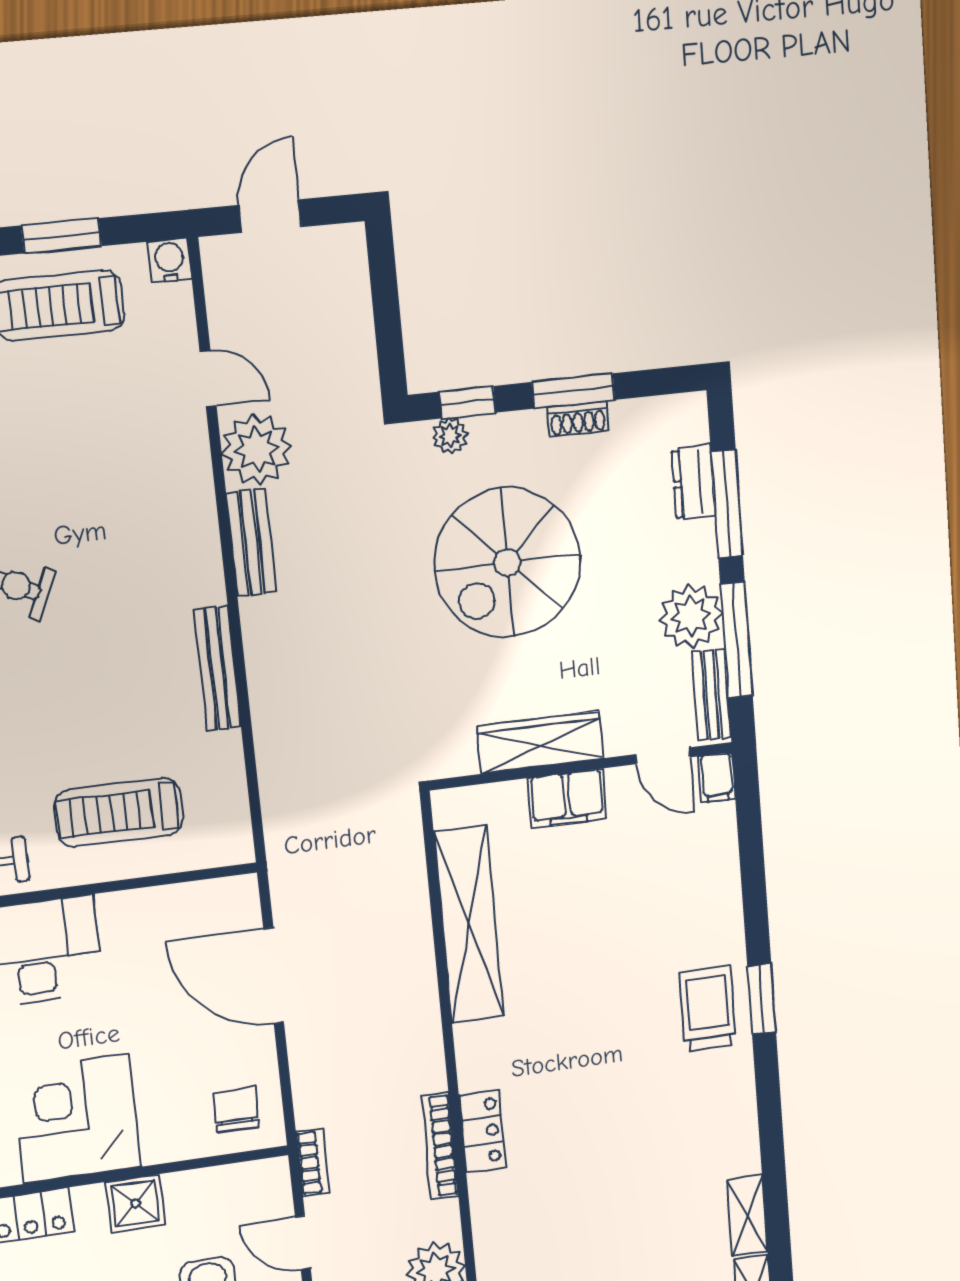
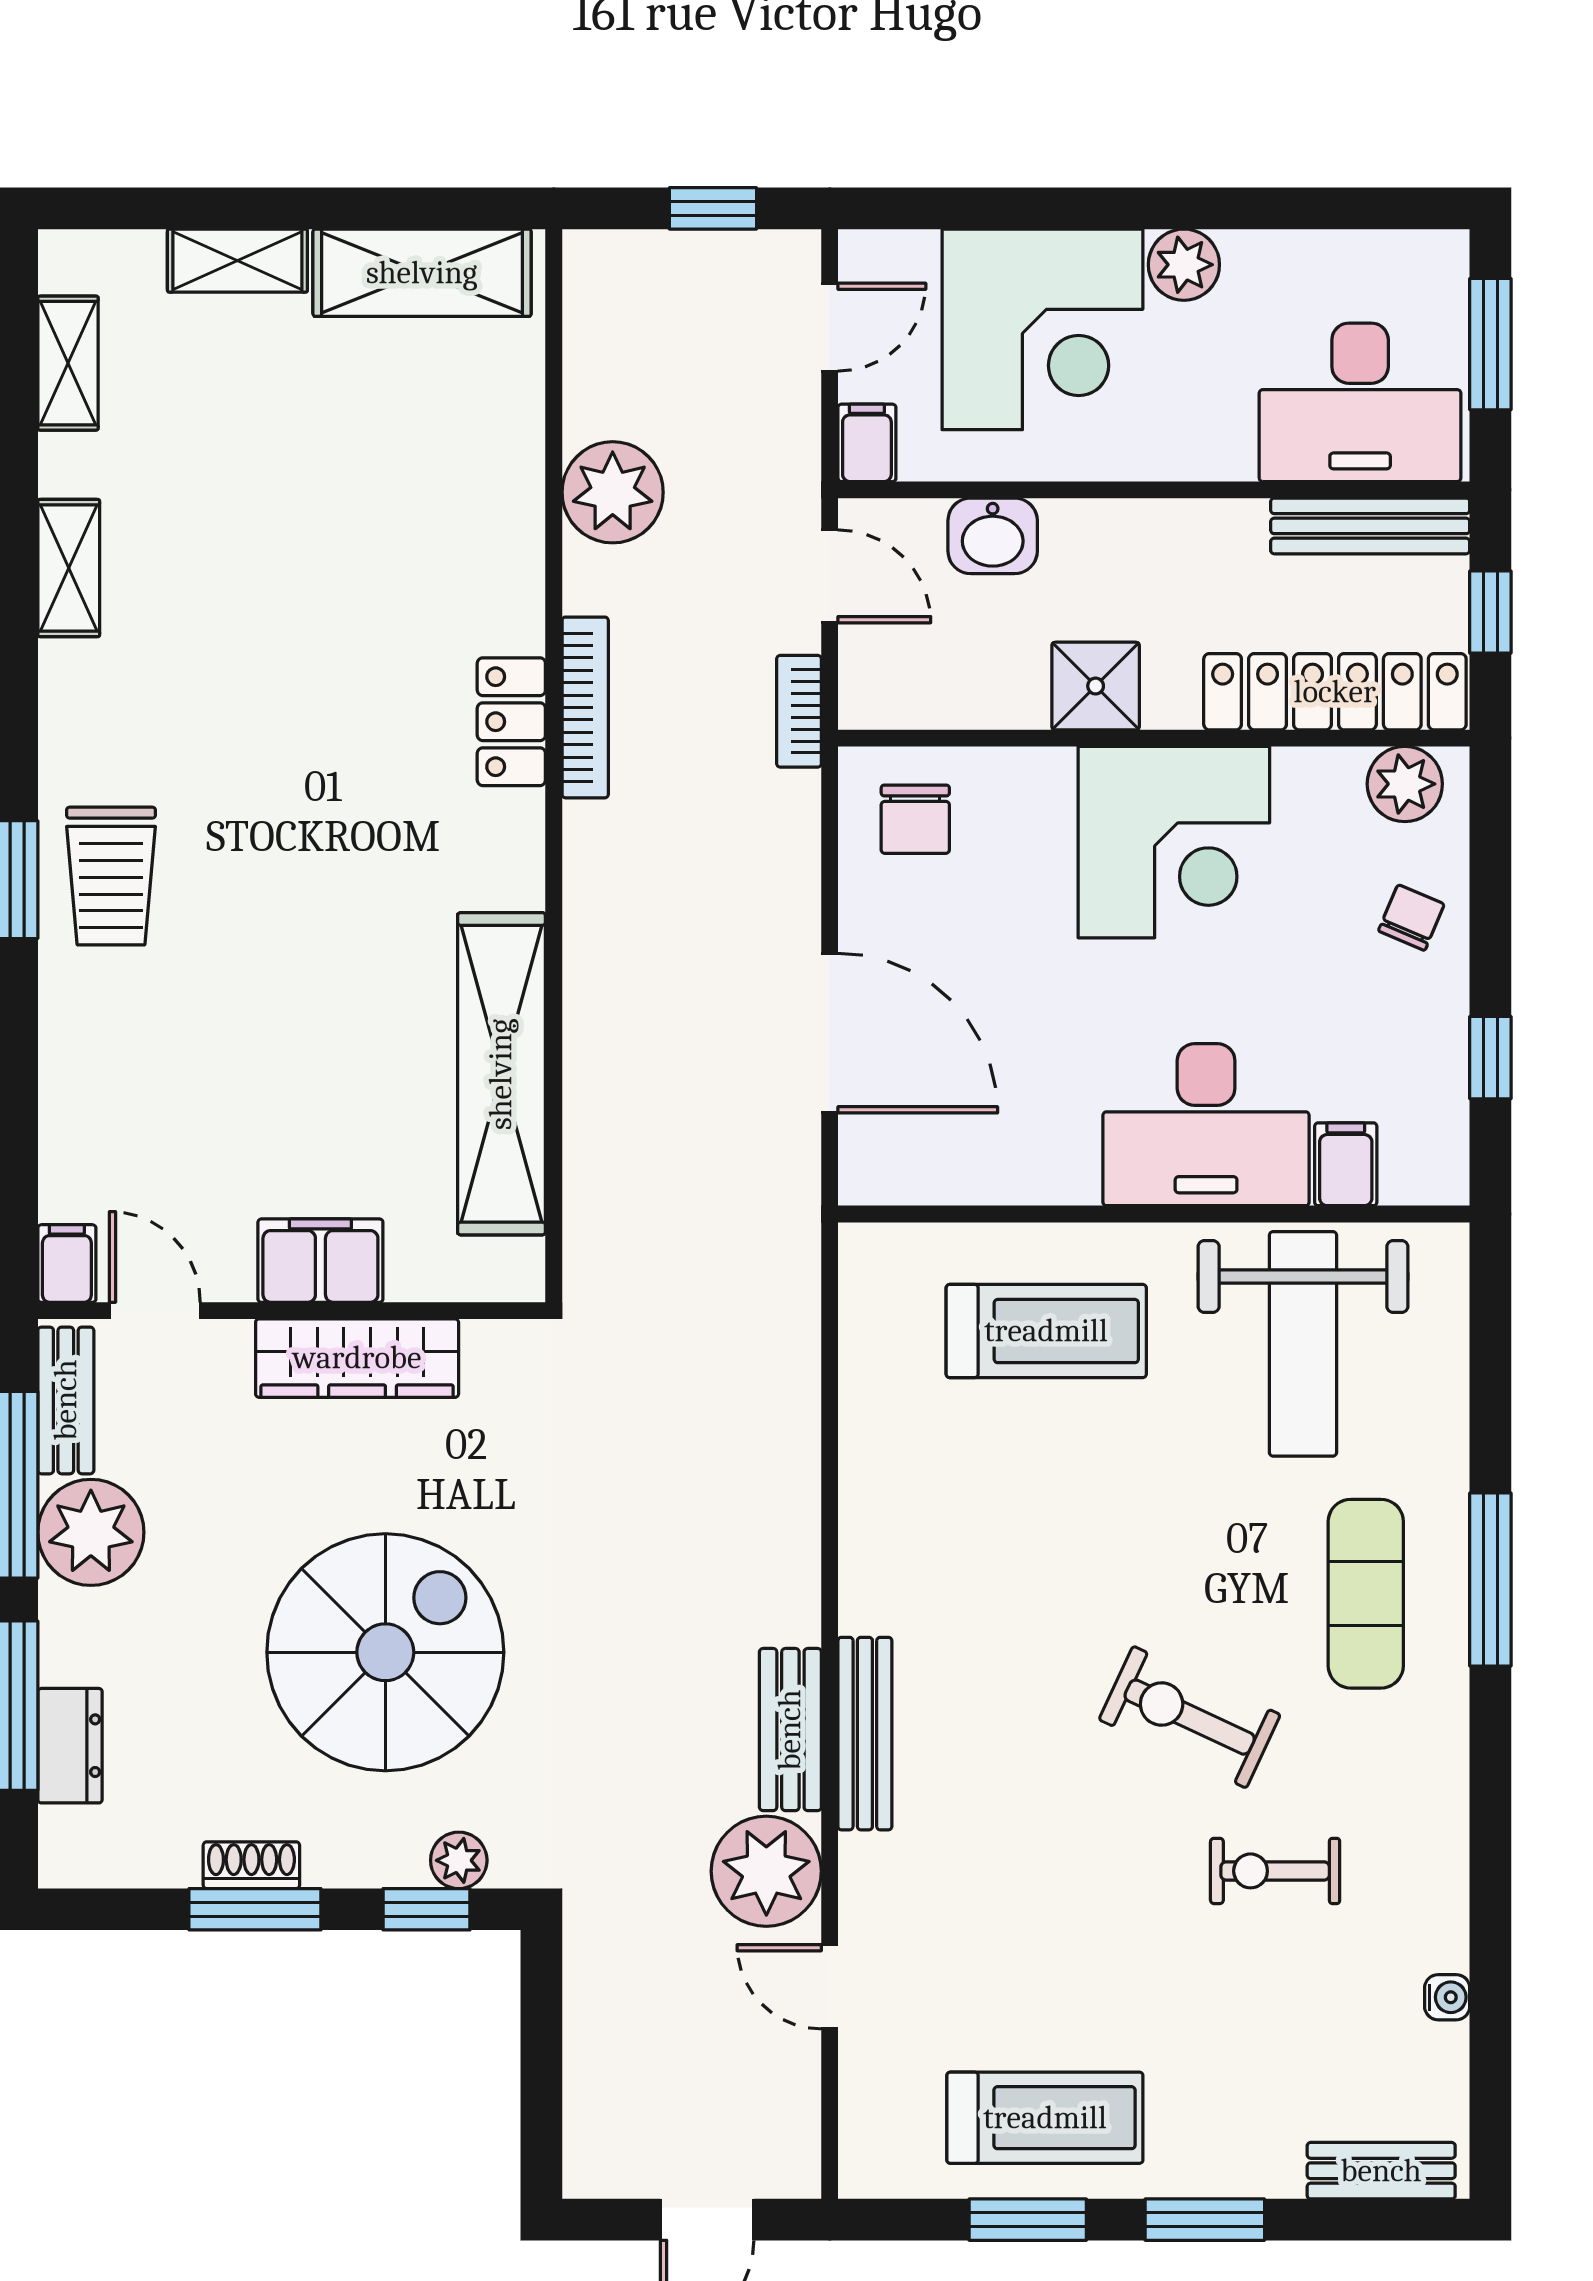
water cooler: (169, 261) -> (869, 2168), removed
bench: (217, 668) -> (865, 1734), moved
shelving: (747, 1216) -> (69, 568), moved

